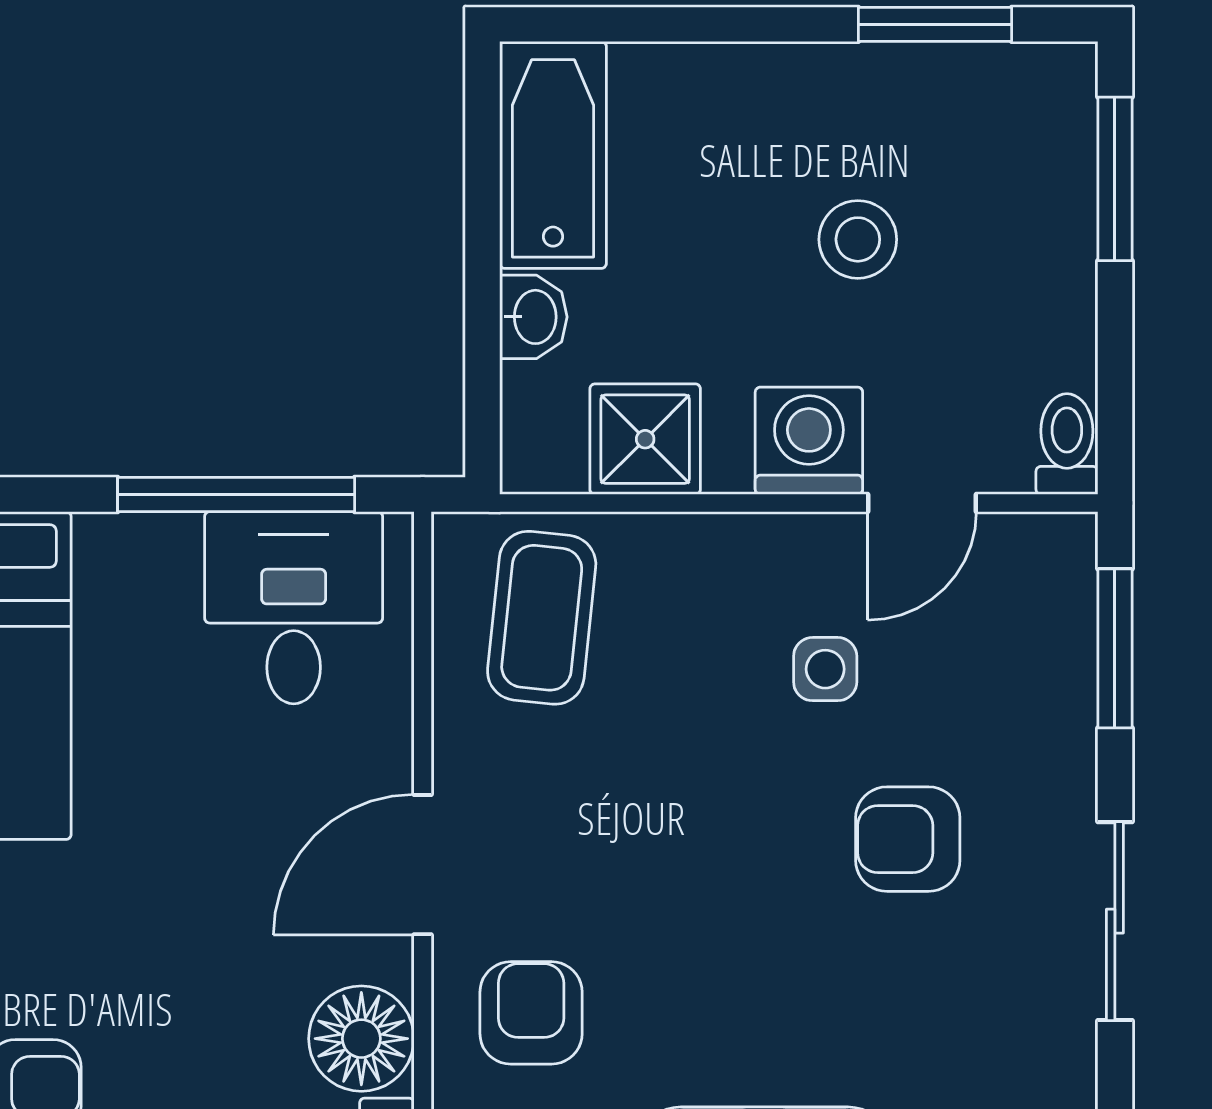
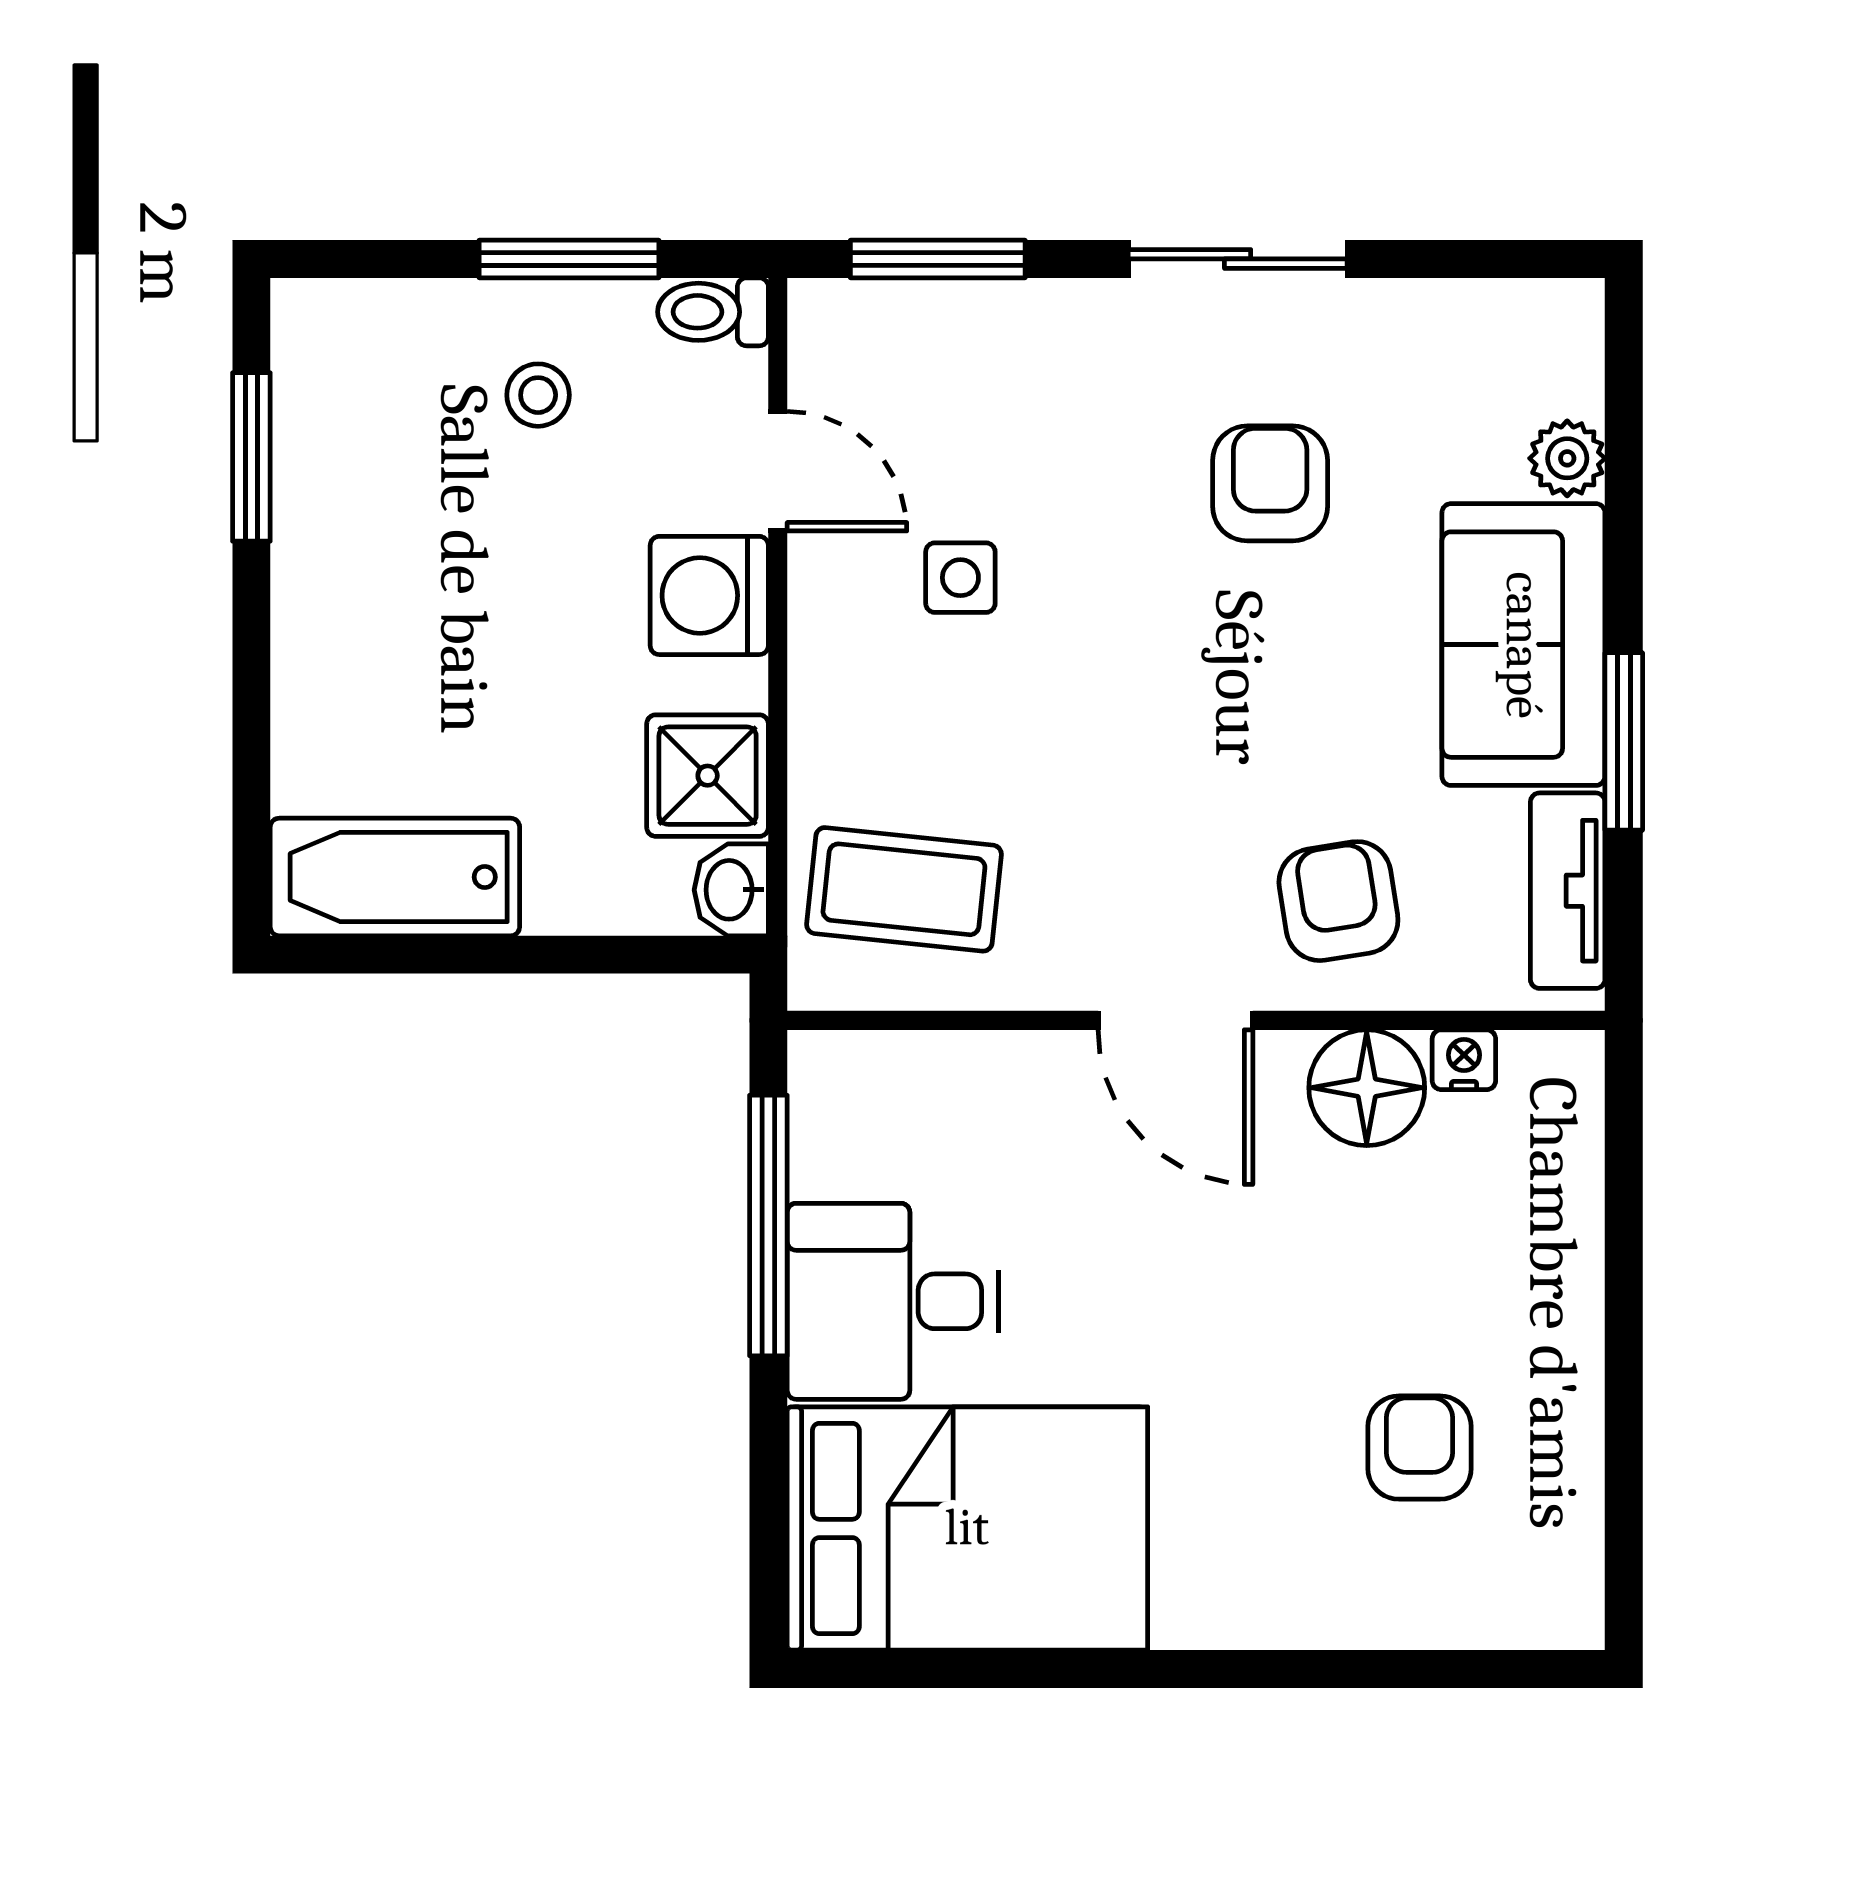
window: (1115, 179) -> (569, 259), moved
stool: (858, 239) -> (538, 395), moved, width x0.73, depth x0.73
washbasin: (533, 317) -> (731, 890), moved, turned -90
desk: (294, 608) -> (893, 1301), moved
armchair: (908, 839) -> (1270, 483), moved, turned 180
armchair: (531, 1013) -> (1338, 901), turned 81

